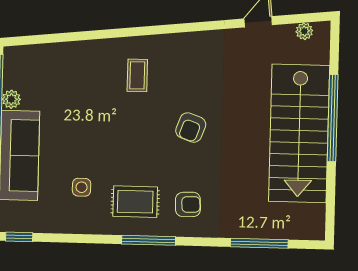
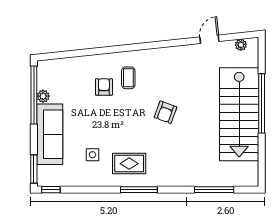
armchair: (188, 204) -> (104, 87), moved, turned -88

